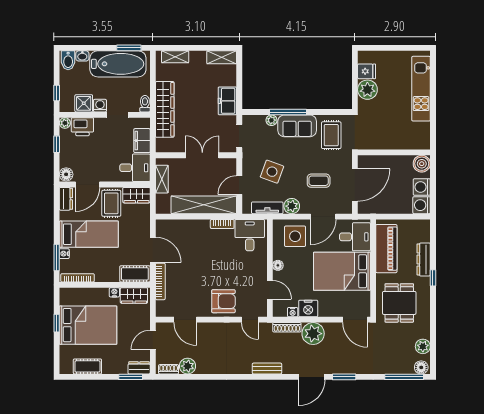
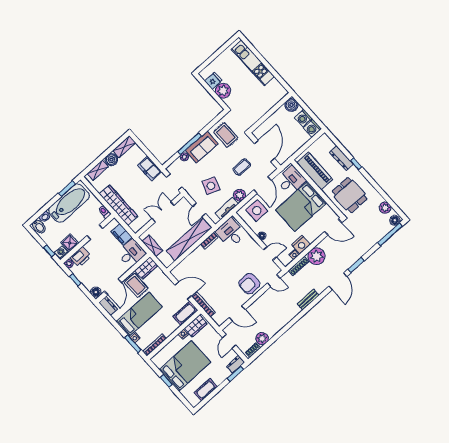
boiler: (198, 59) -> (111, 160), added
washing machine: (100, 106) -> (62, 252), moved
armchair: (223, 301) -> (249, 284), turned 180

